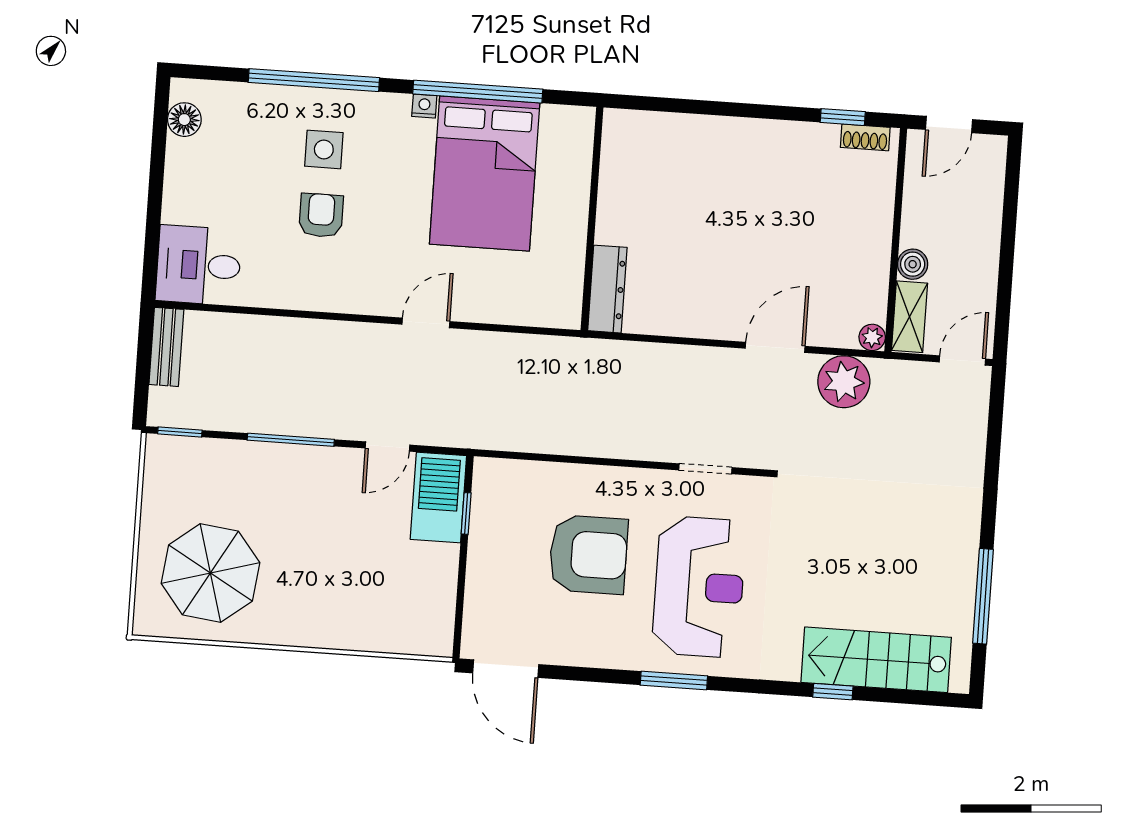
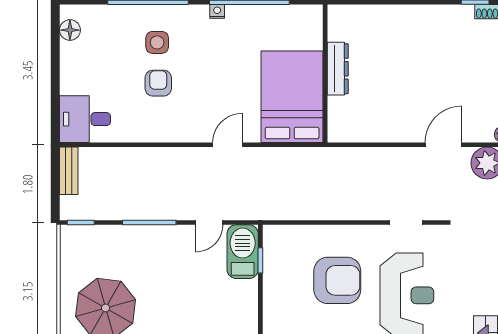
bed: (485, 173) -> (292, 97), moved, turned 180
dresser: (607, 289) -> (338, 69), moved

